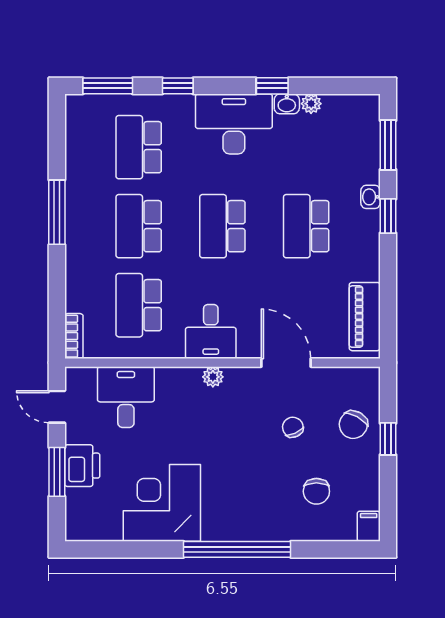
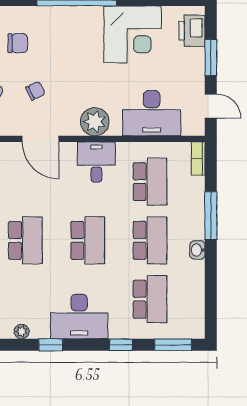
washbasin: (287, 104) -> (197, 250), moved, turned -90
window: (57, 212) -> (211, 216), moved
plant: (213, 377) -> (95, 122), width x1.88, depth x1.88
desk: (126, 397) -> (152, 113), width x1.37
chair: (293, 427) -> (35, 91), turned -92
printer: (82, 466) -> (192, 31), moved
chair: (316, 491) -> (18, 43), turned 90

